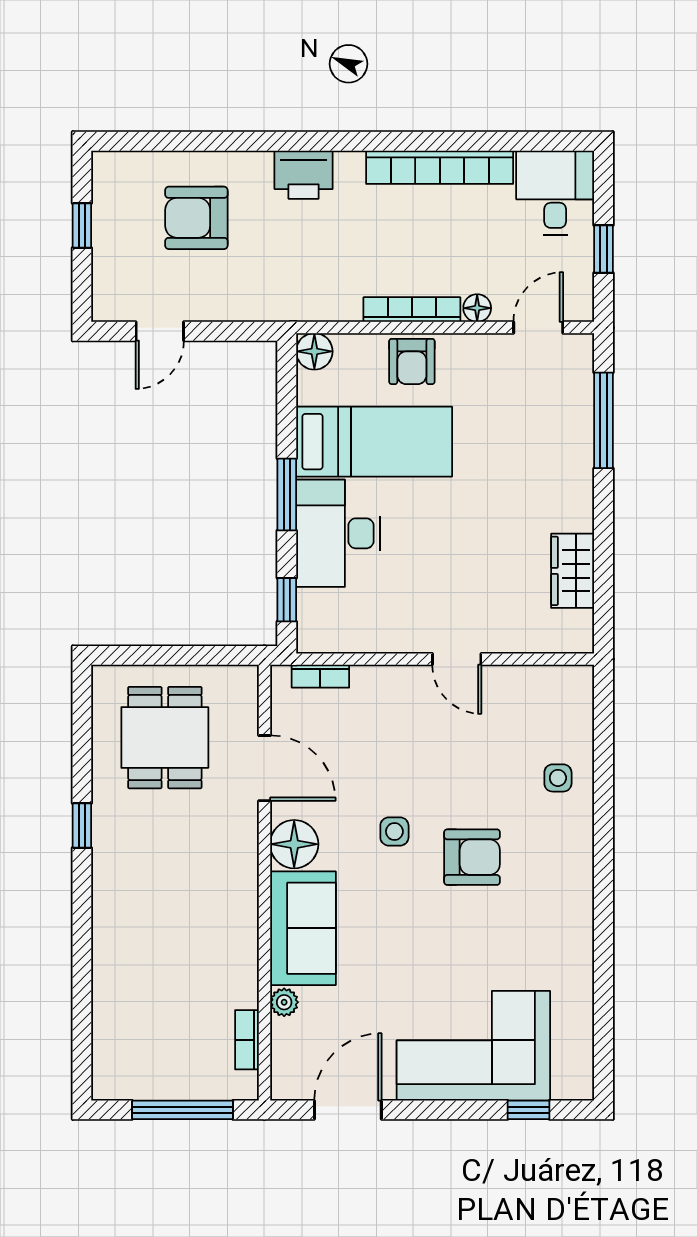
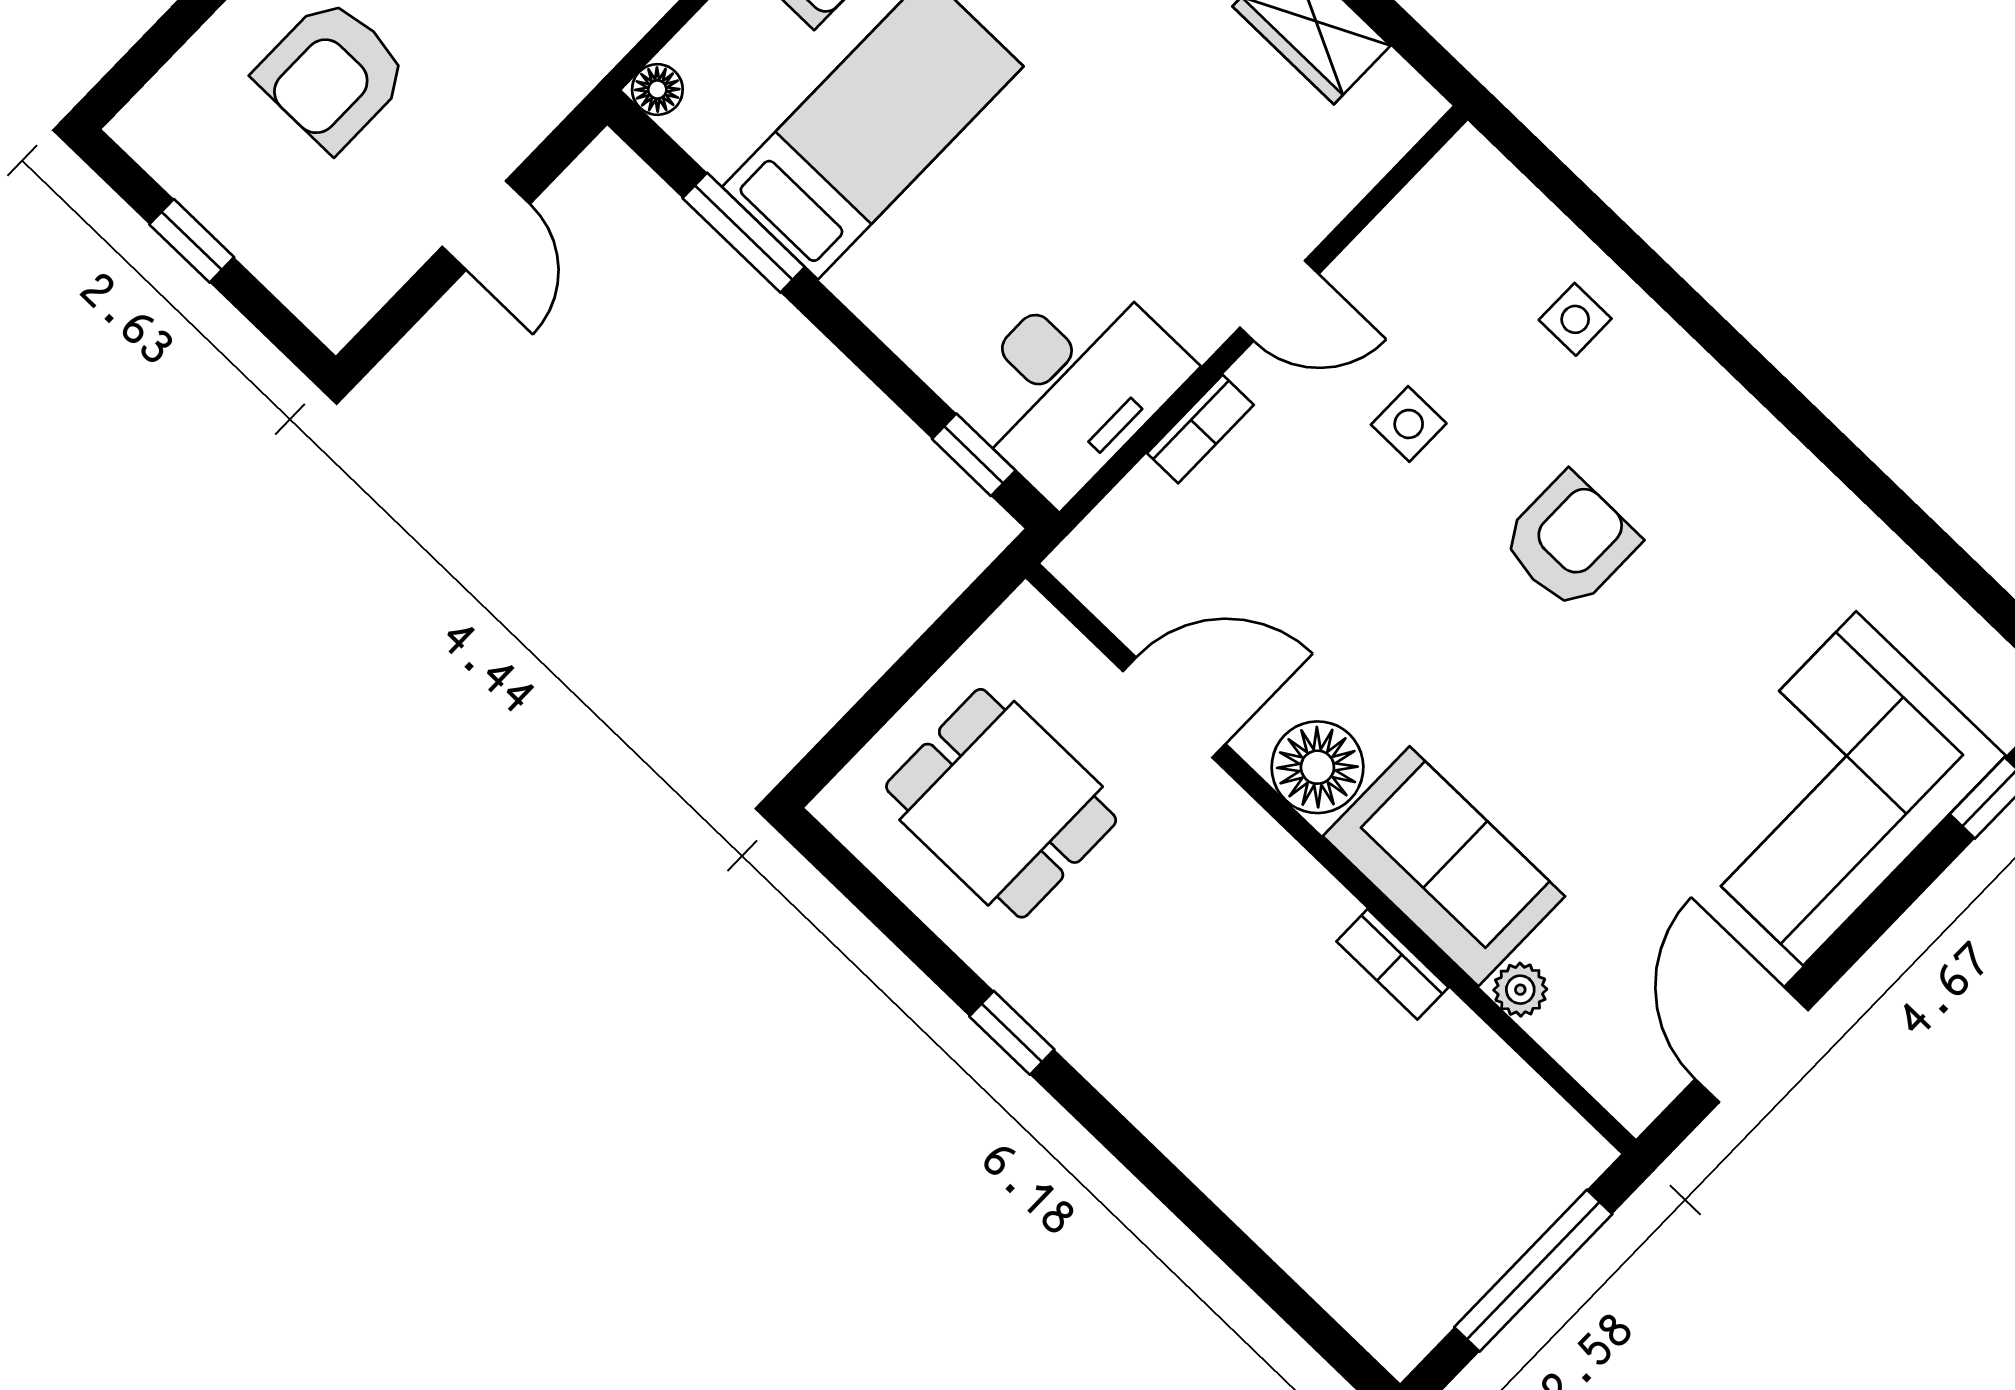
door: (160, 331) -> (486, 225), moved
floor lamp: (314, 351) -> (657, 89), width x0.73, depth x0.73
window: (287, 495) -> (744, 233), moved
desk: (338, 533) -> (1073, 384), moved, turned -90
bookcase: (320, 676) -> (1200, 429), moved
side table: (394, 831) -> (1409, 424), moved
bookcase: (247, 1040) -> (1393, 964), moved

